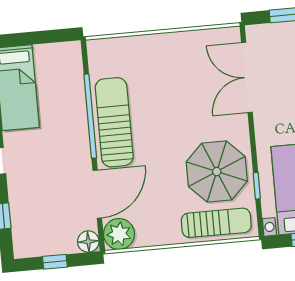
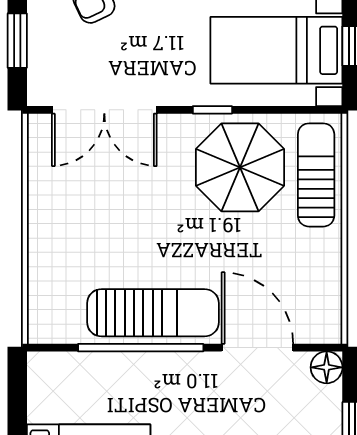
sun lounger: (114, 122) -> (153, 313), turned 180
window: (257, 186) -> (212, 110), moved
plant: (119, 234) -> (319, 321), removed

